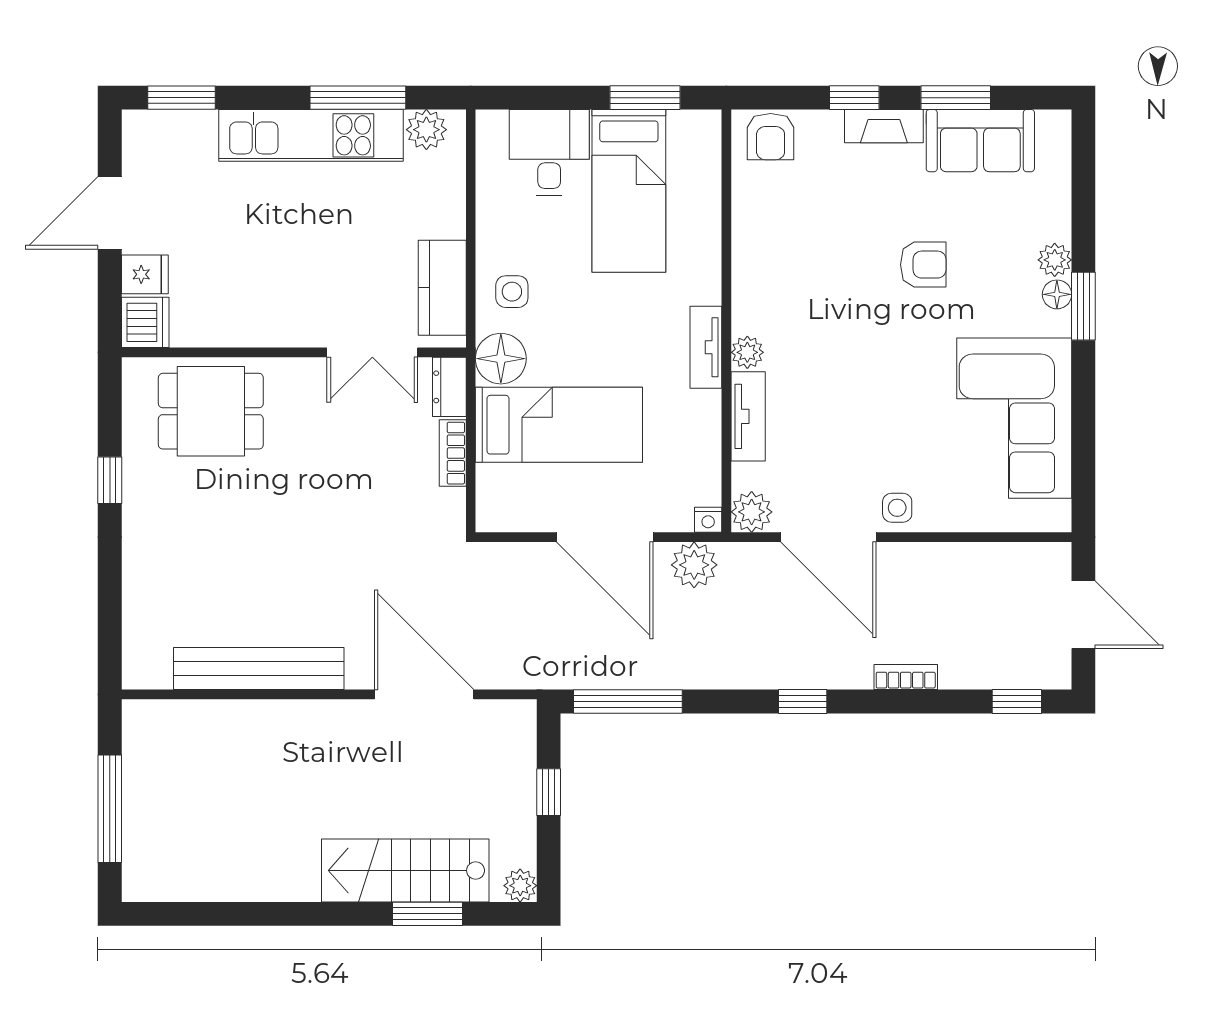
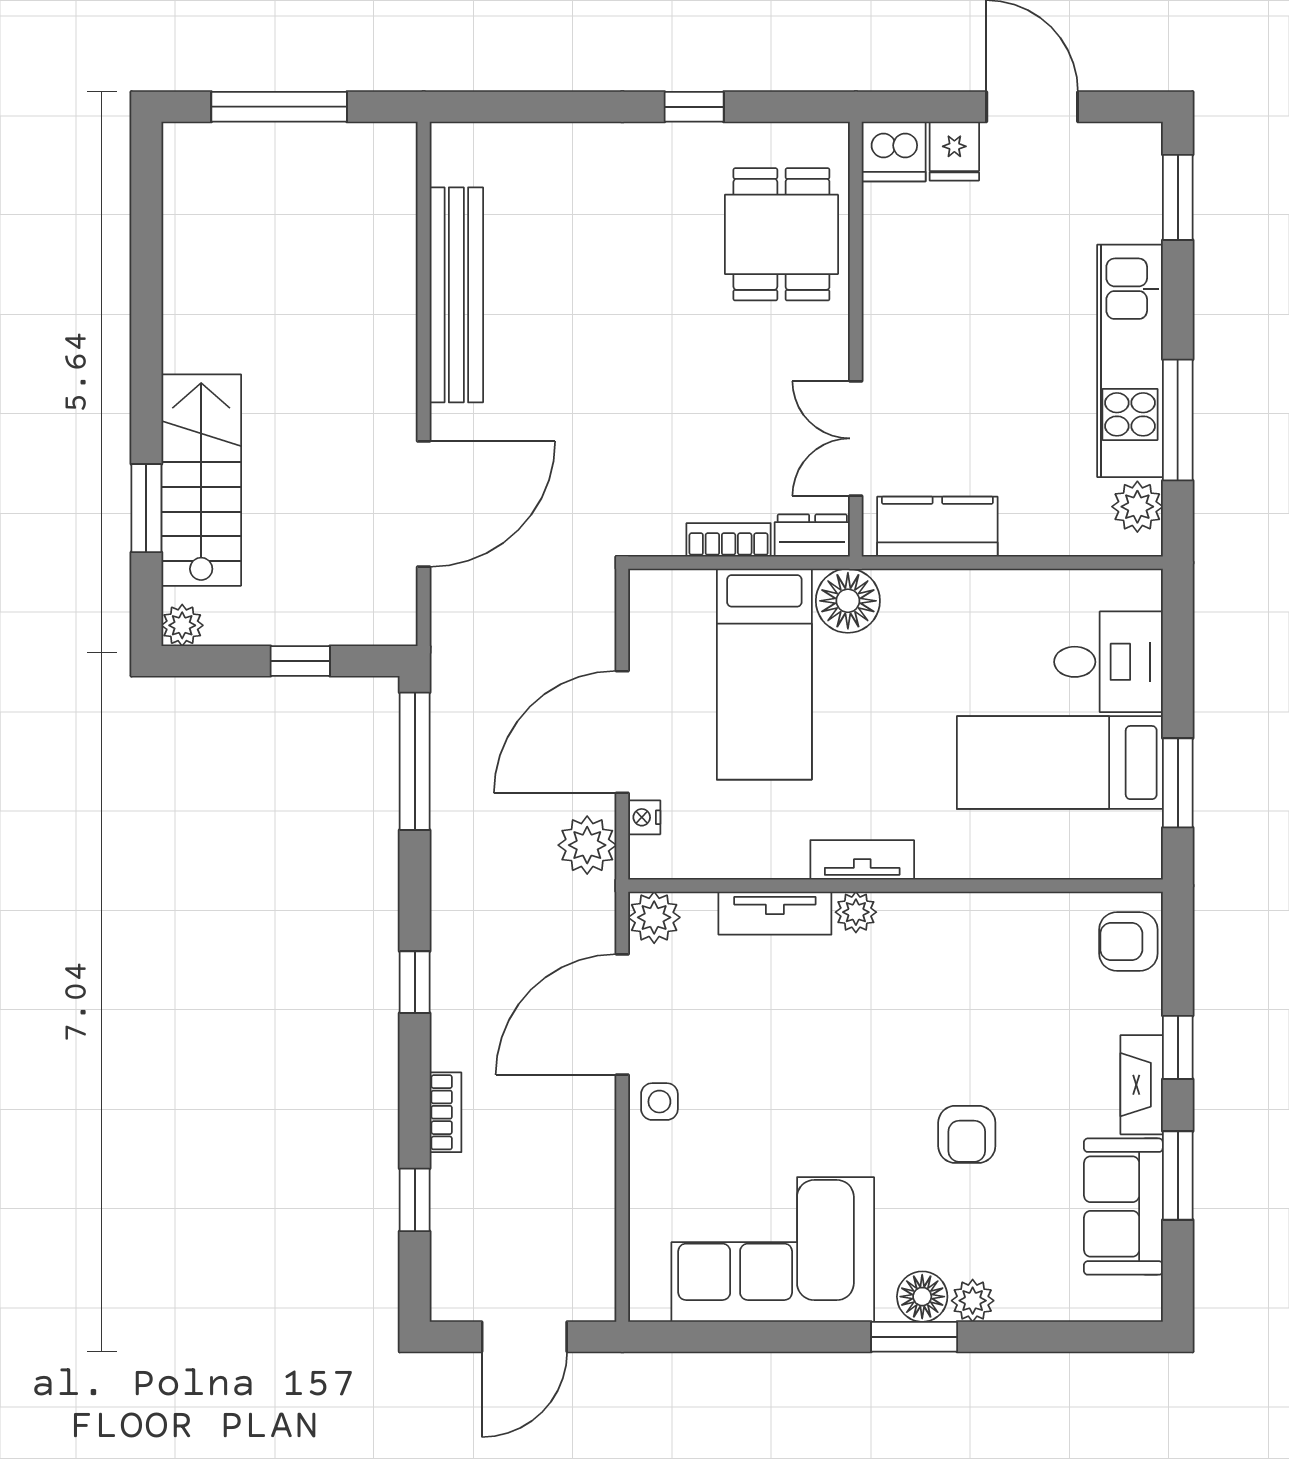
side table: (512, 292) -> (933, 615), removed
floor lamp: (1057, 294) -> (922, 1297), width x1.37, depth x1.37
nightstand: (708, 520) -> (644, 817), moved
window: (1017, 702) -> (415, 1200), moved

